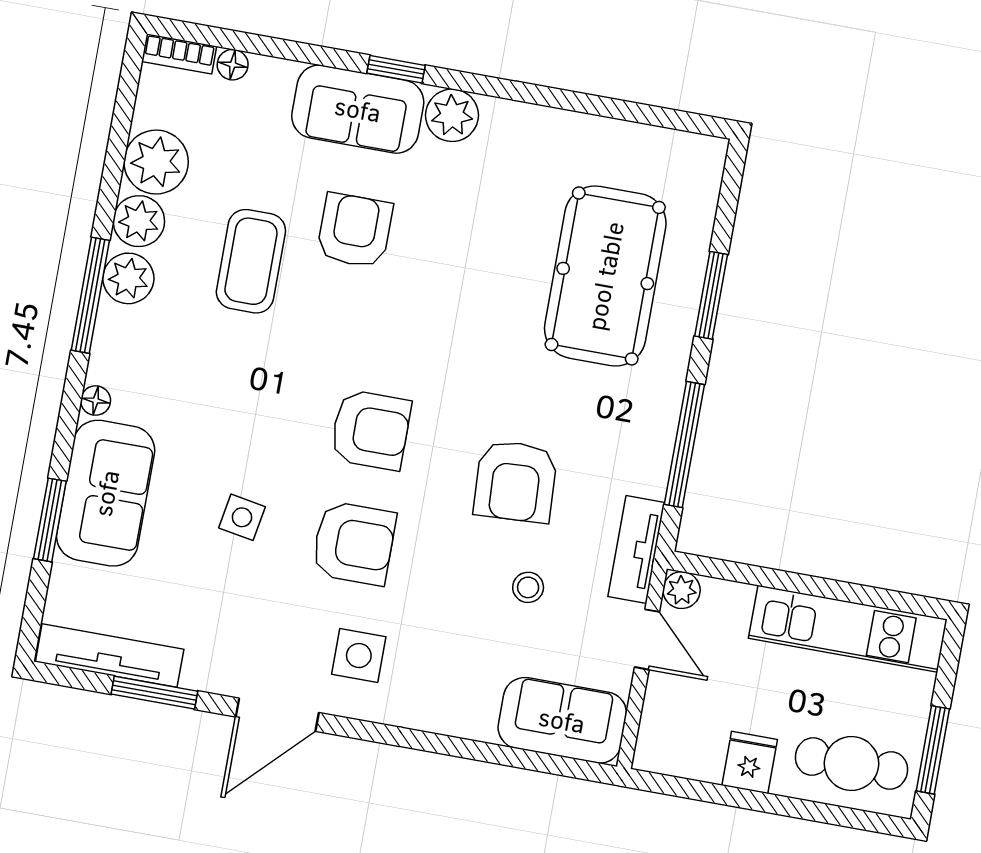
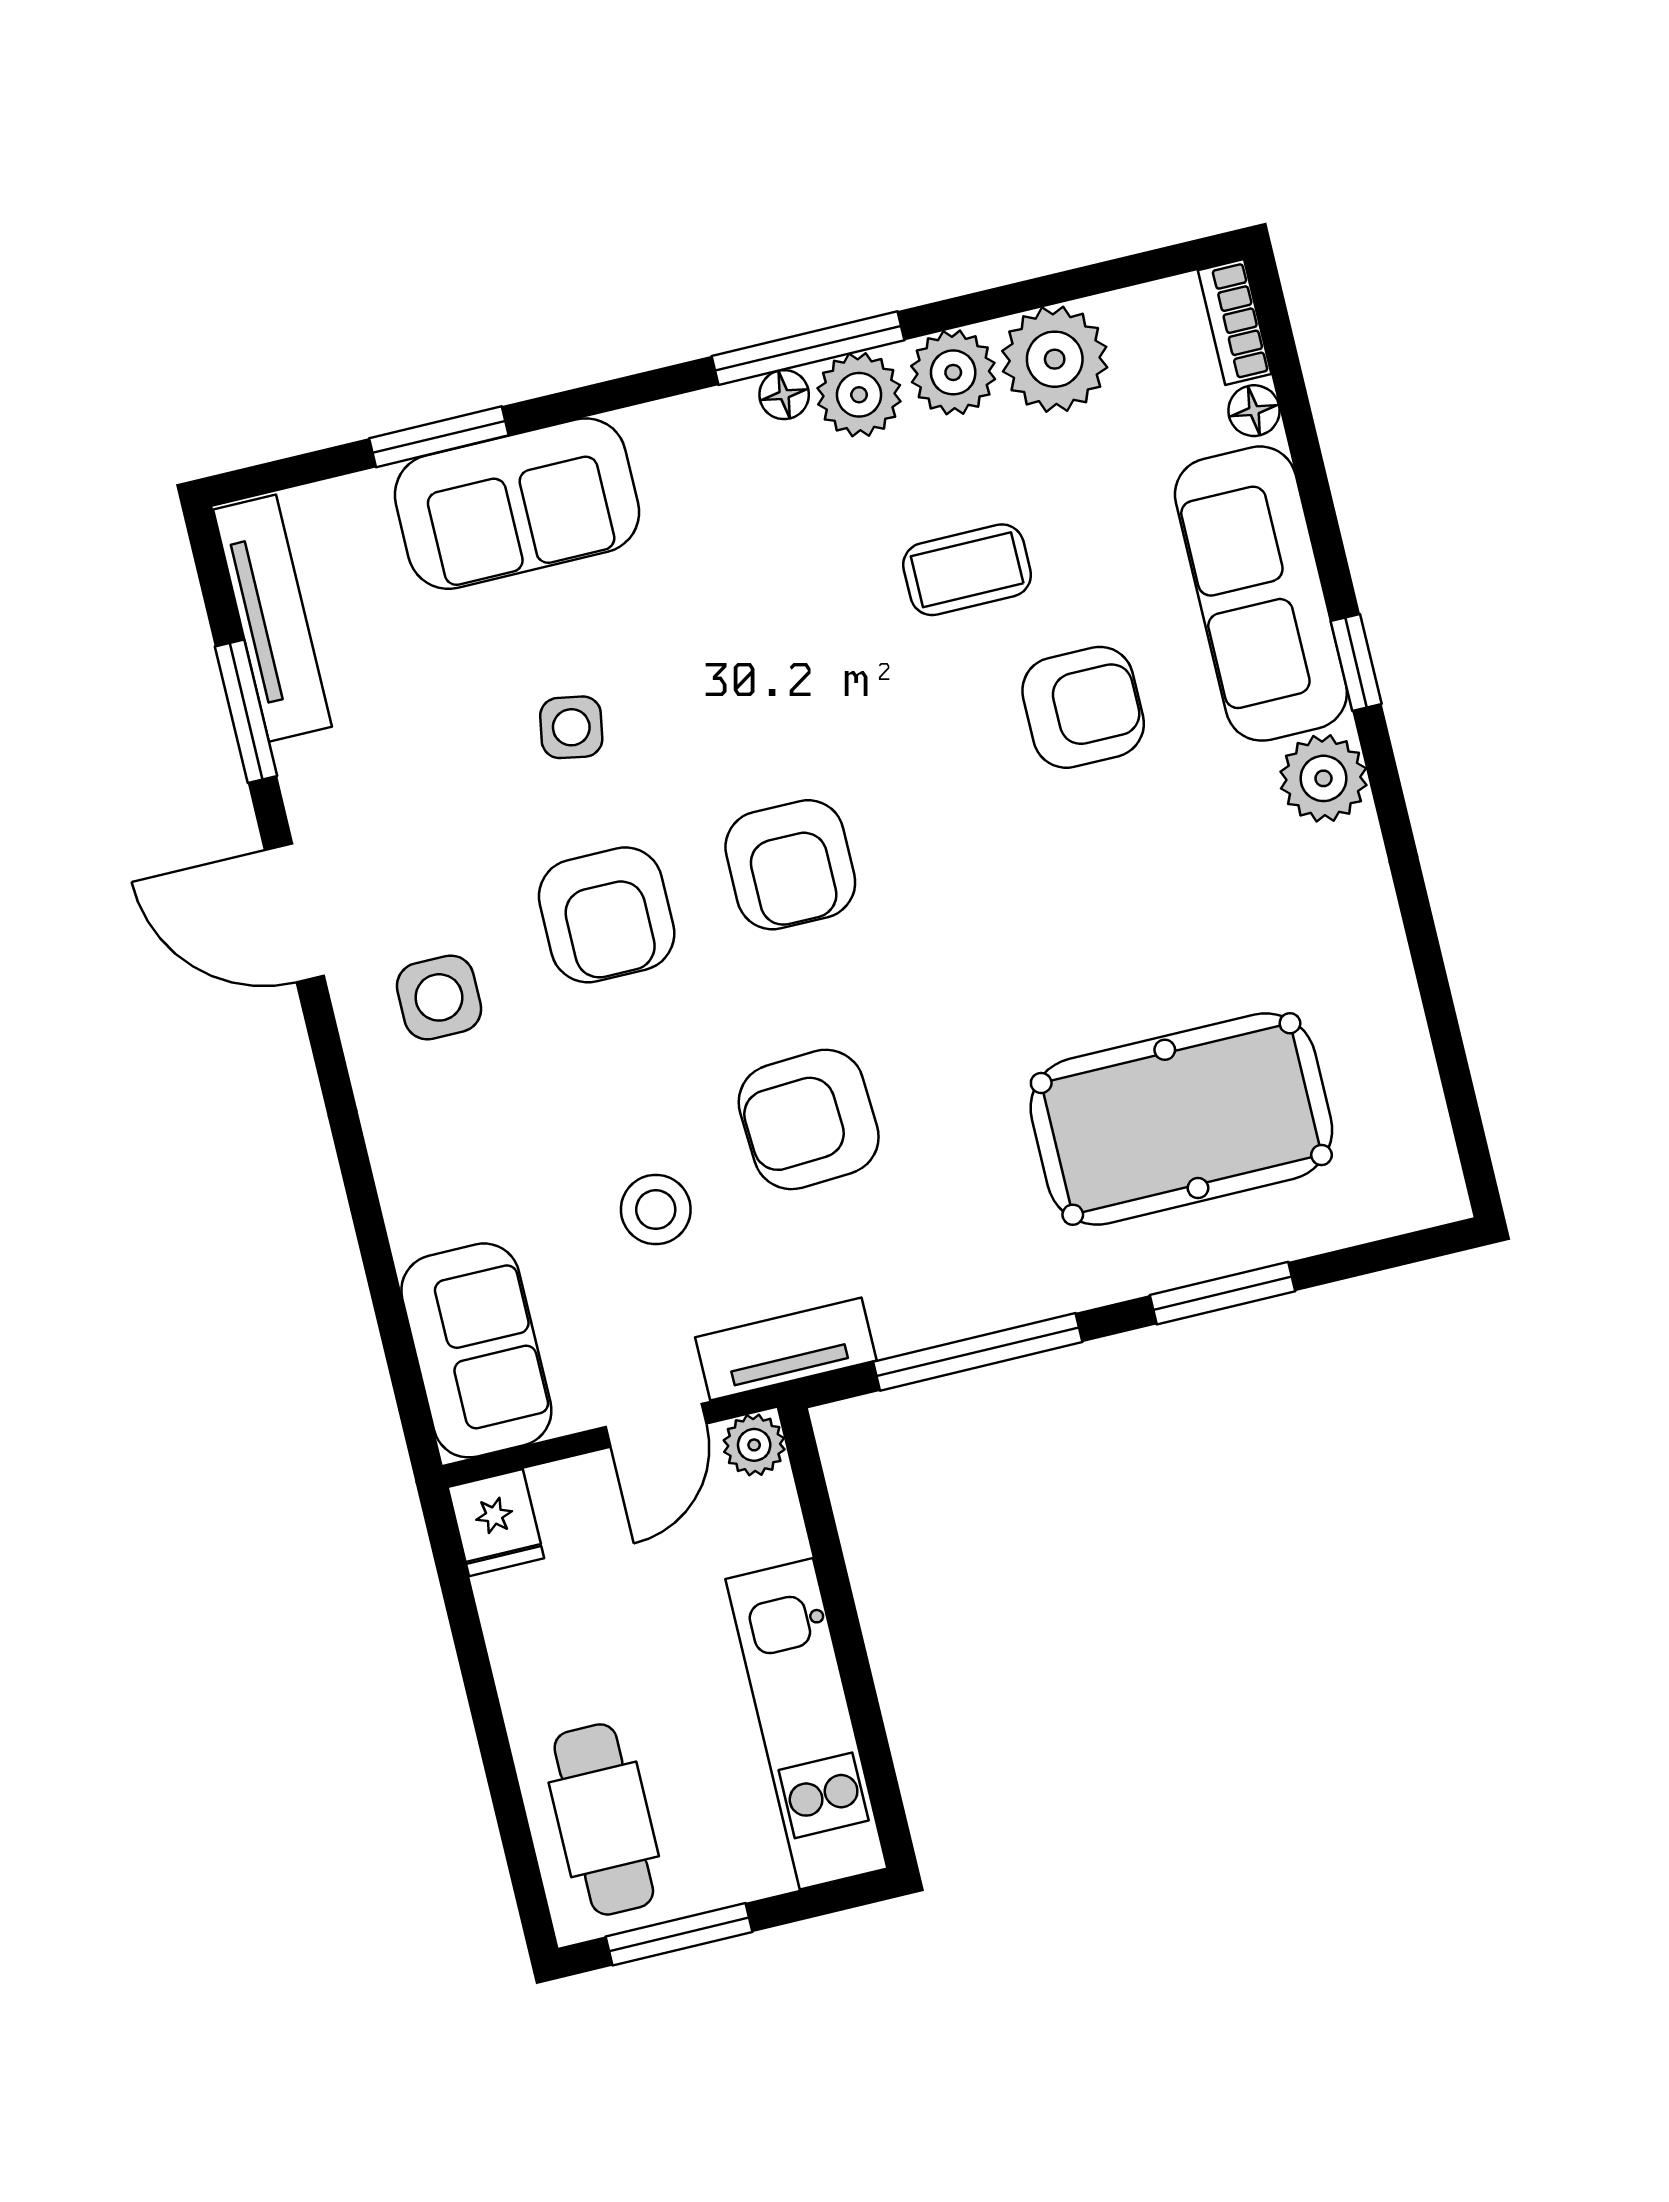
sofa: (358, 109) -> (1261, 594), width x1.36
coffee table: (251, 261) -> (967, 570), width x0.73, depth x0.77
floor lamp: (96, 401) -> (784, 395), moved
stool: (528, 587) -> (656, 1210), width x1.37, depth x1.37
fridge: (750, 762) -> (496, 1523), moved, turned 90

